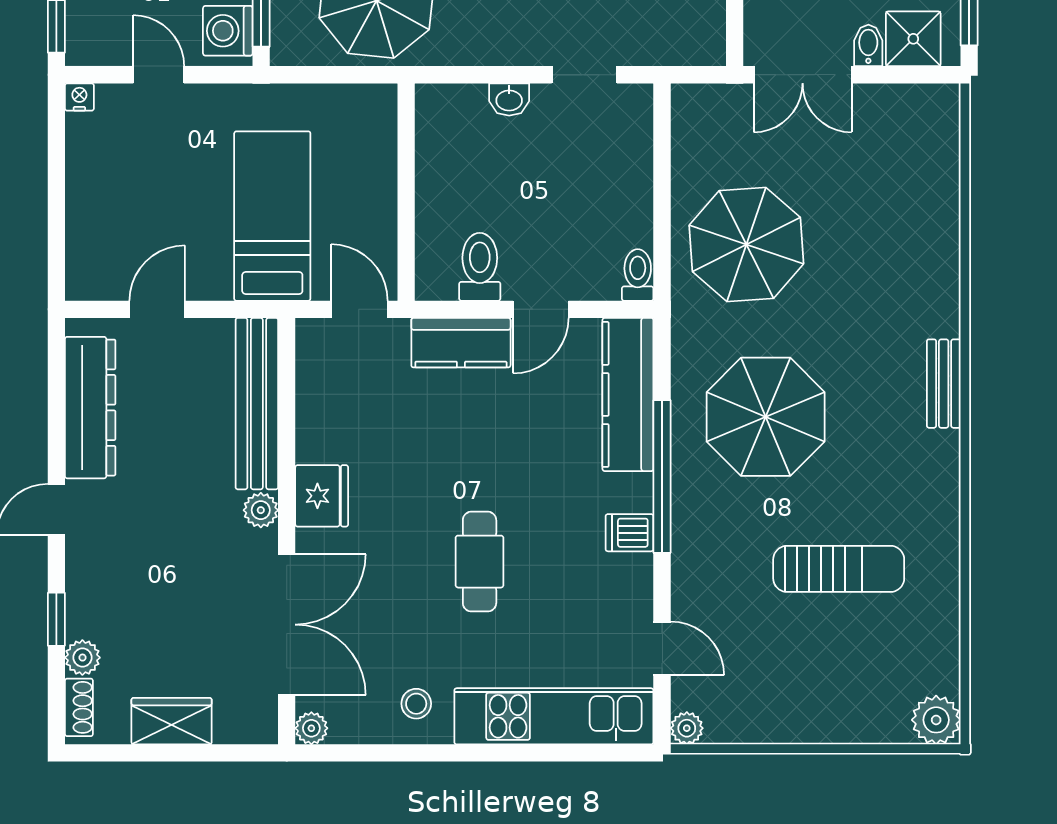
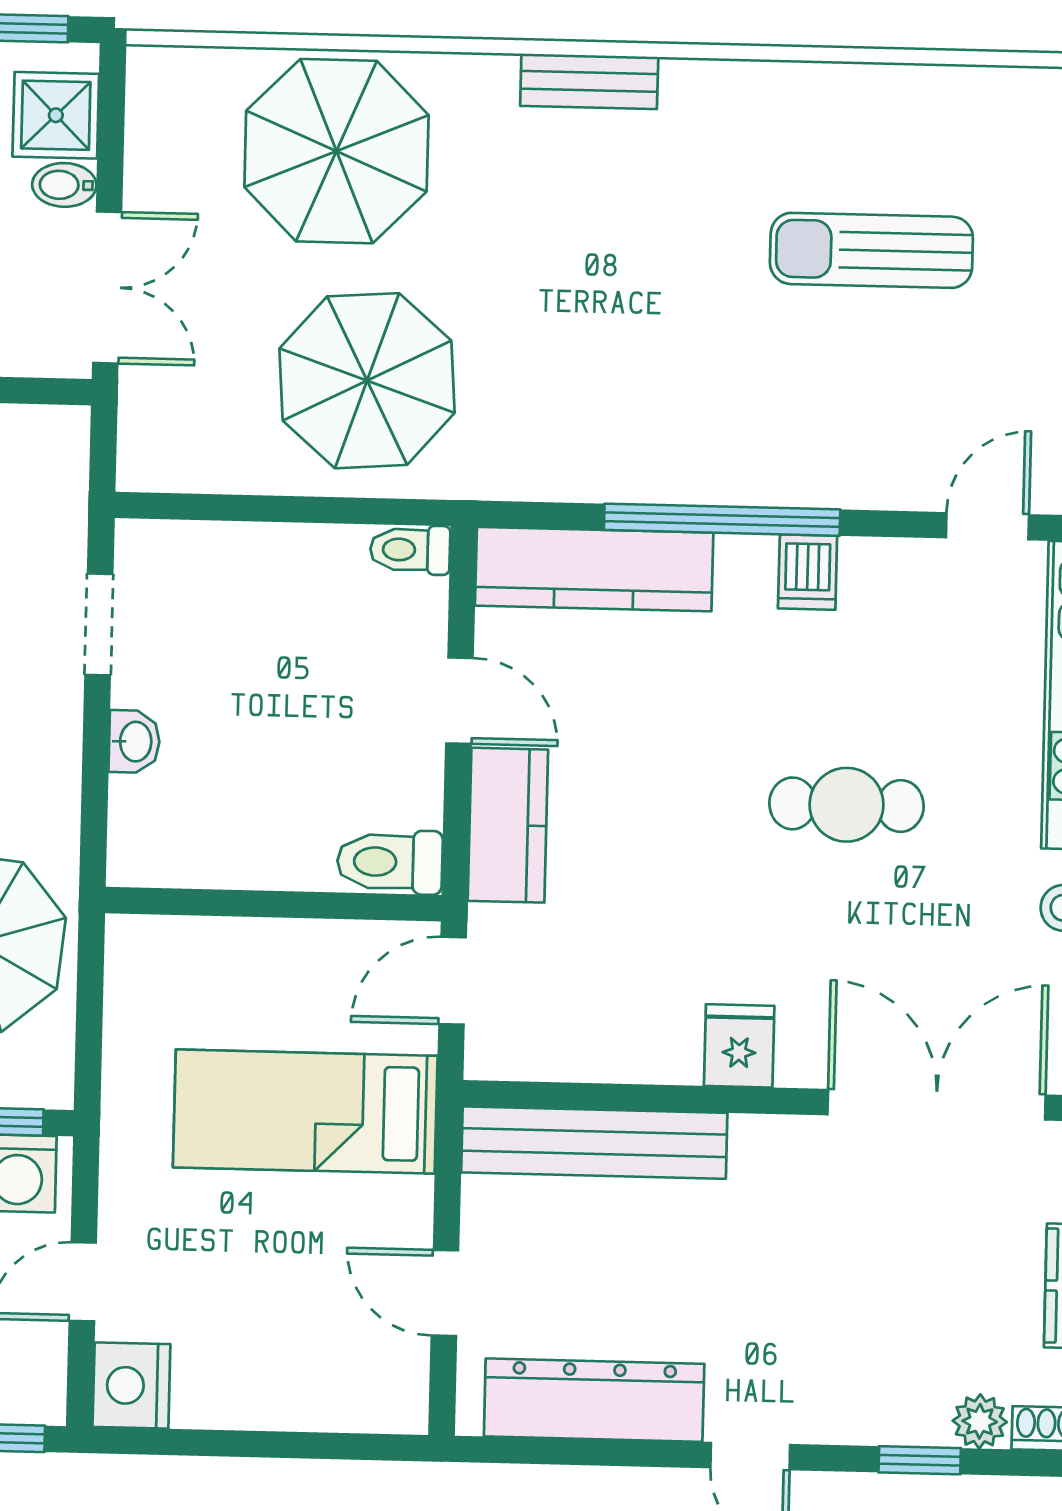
nightstand: (79, 97) -> (131, 1385), width x1.89, depth x1.79
toilet: (480, 267) -> (390, 862), moved
parasol: (766, 417) -> (336, 151), moved
fridge: (322, 496) -> (739, 1046), width x0.72
plant: (261, 510) -> (759, 1141), removed
sun lounger: (839, 569) -> (871, 250), turned -90

